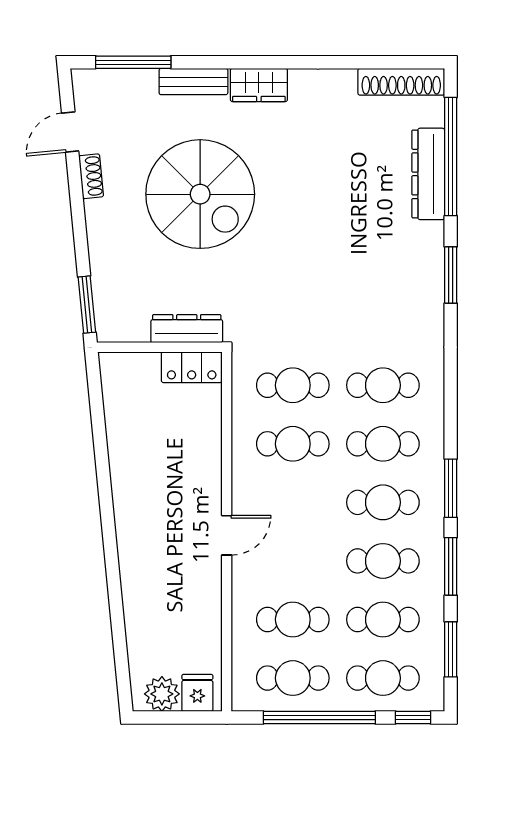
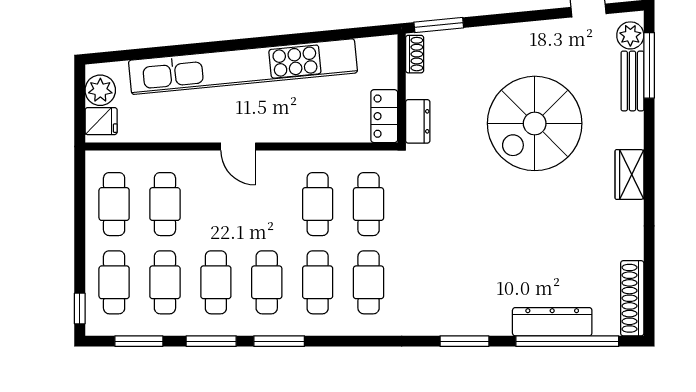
bench: (193, 82) -> (632, 81), moved
plant: (99, 84) -> (630, 35), added
shoe rack: (91, 176) -> (415, 54), moved, turned -84
dresser: (187, 329) -> (418, 121), width x0.70
kitchen unit: (135, 530) -> (243, 67), added
window: (319, 718) -> (80, 227), removed

